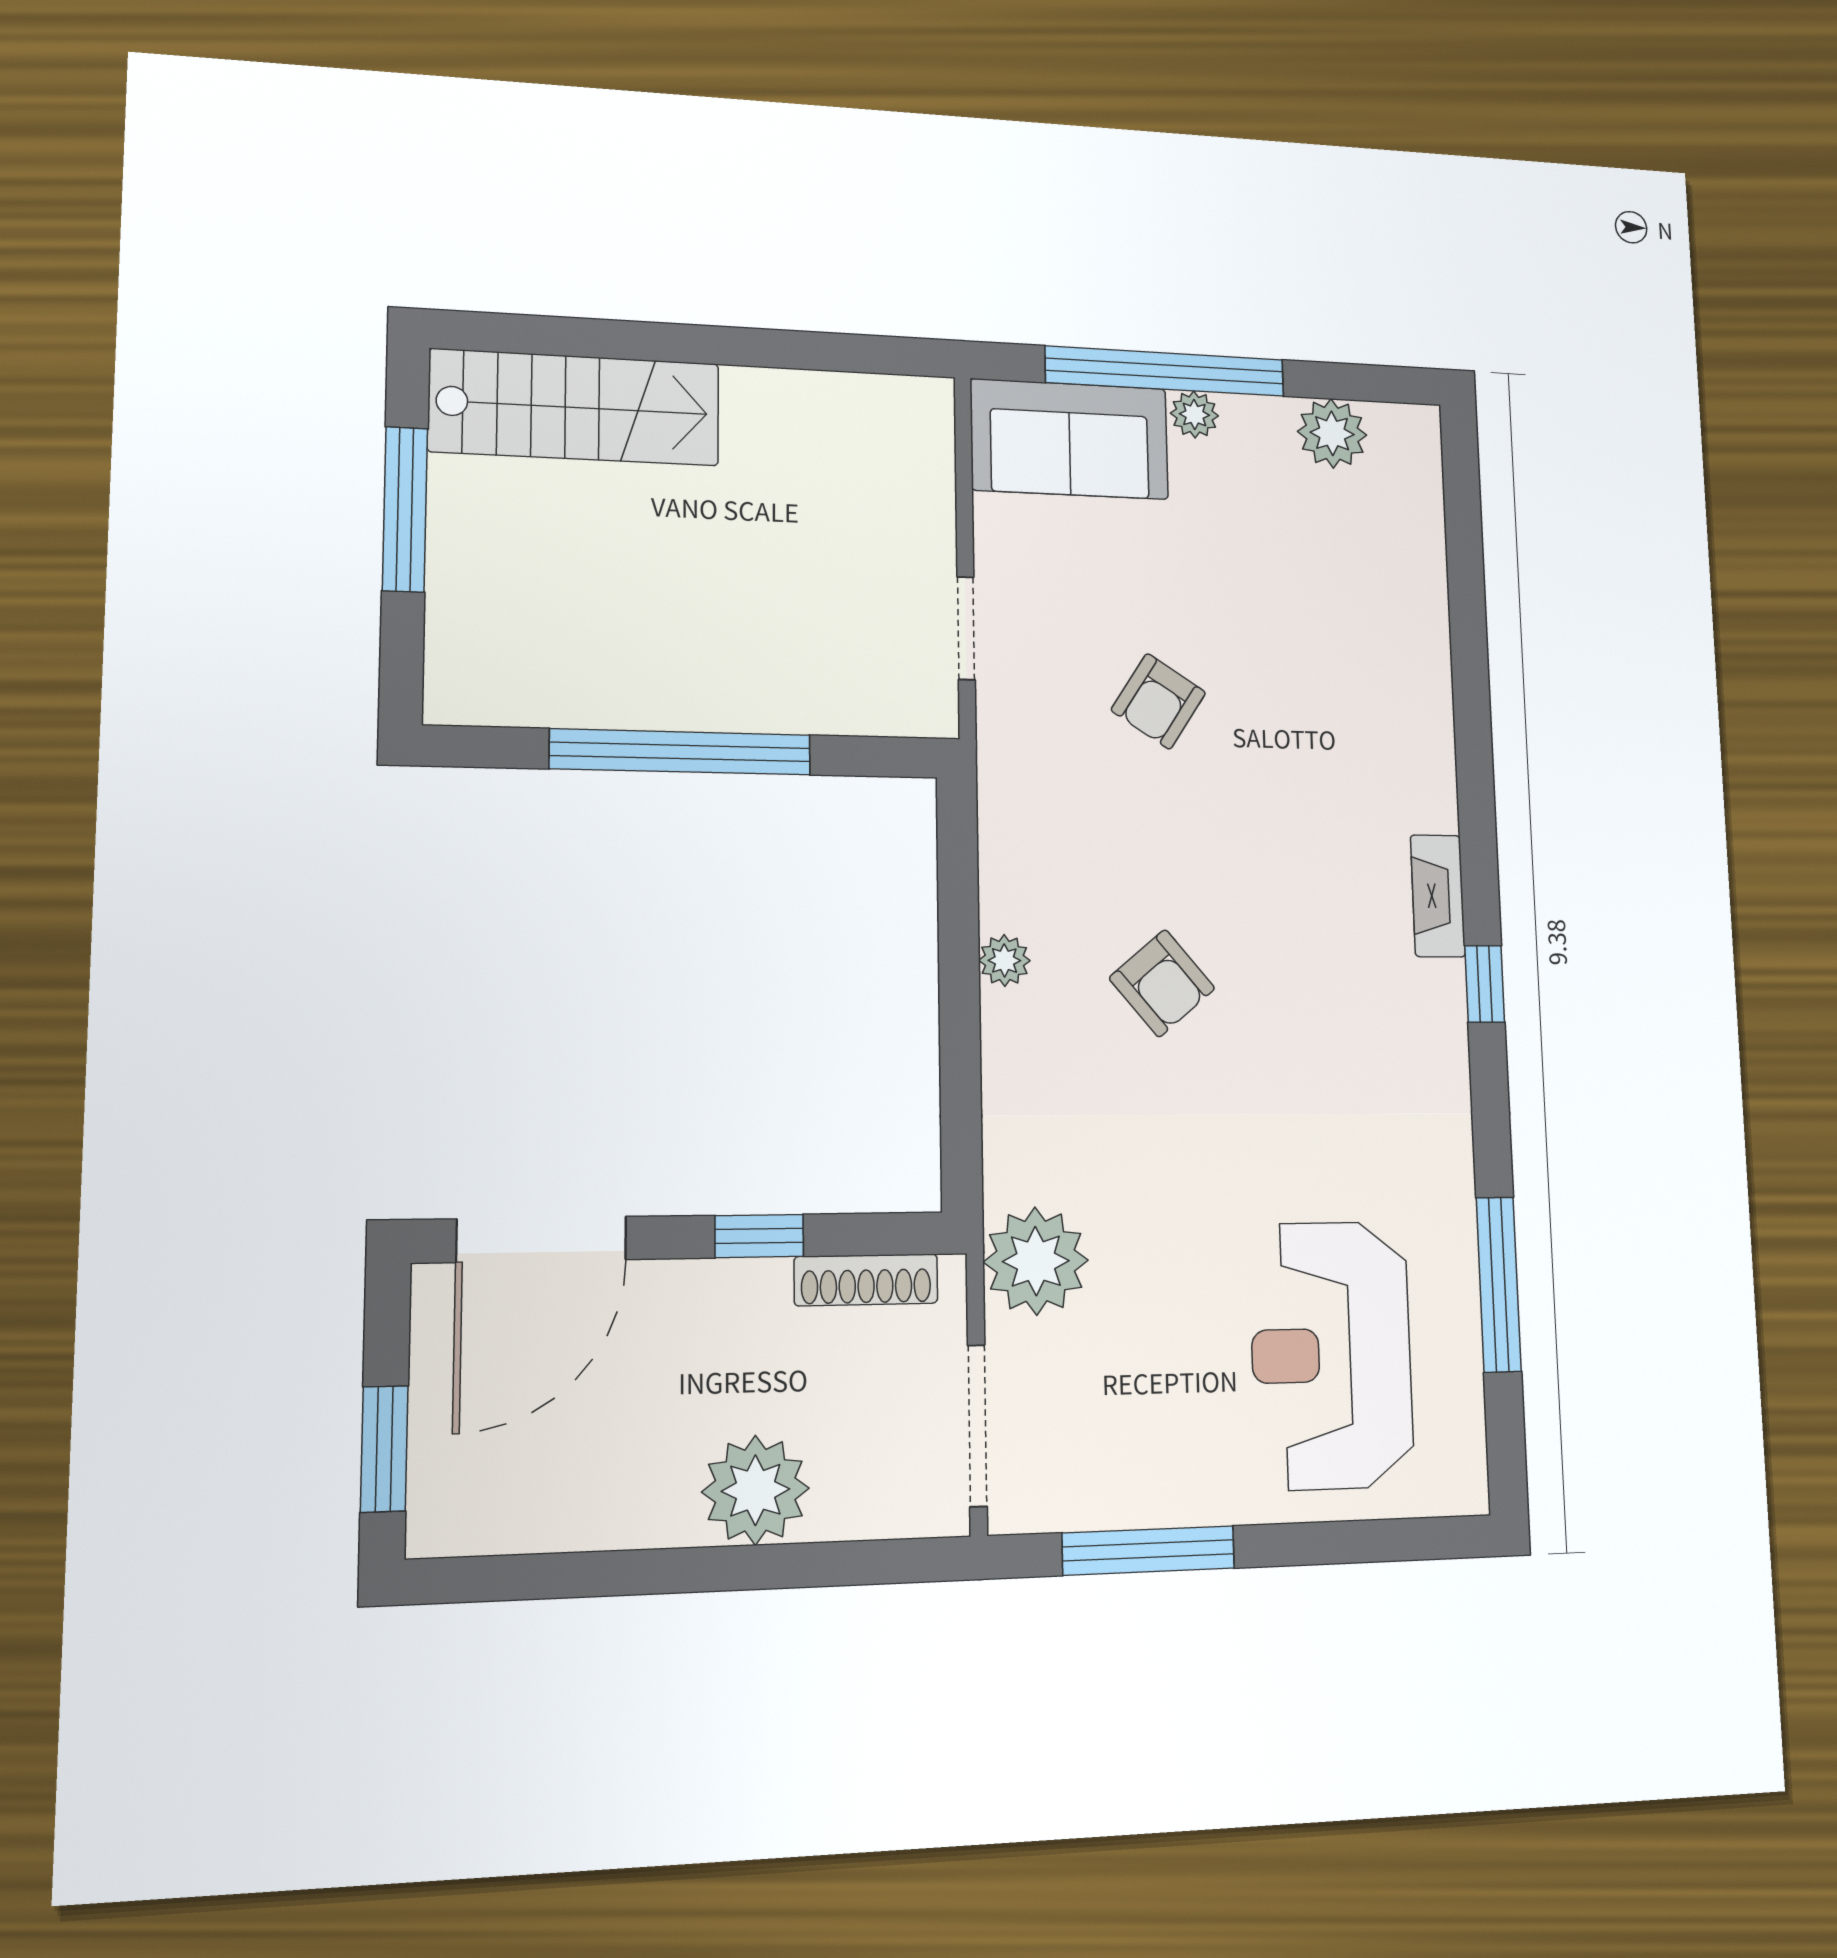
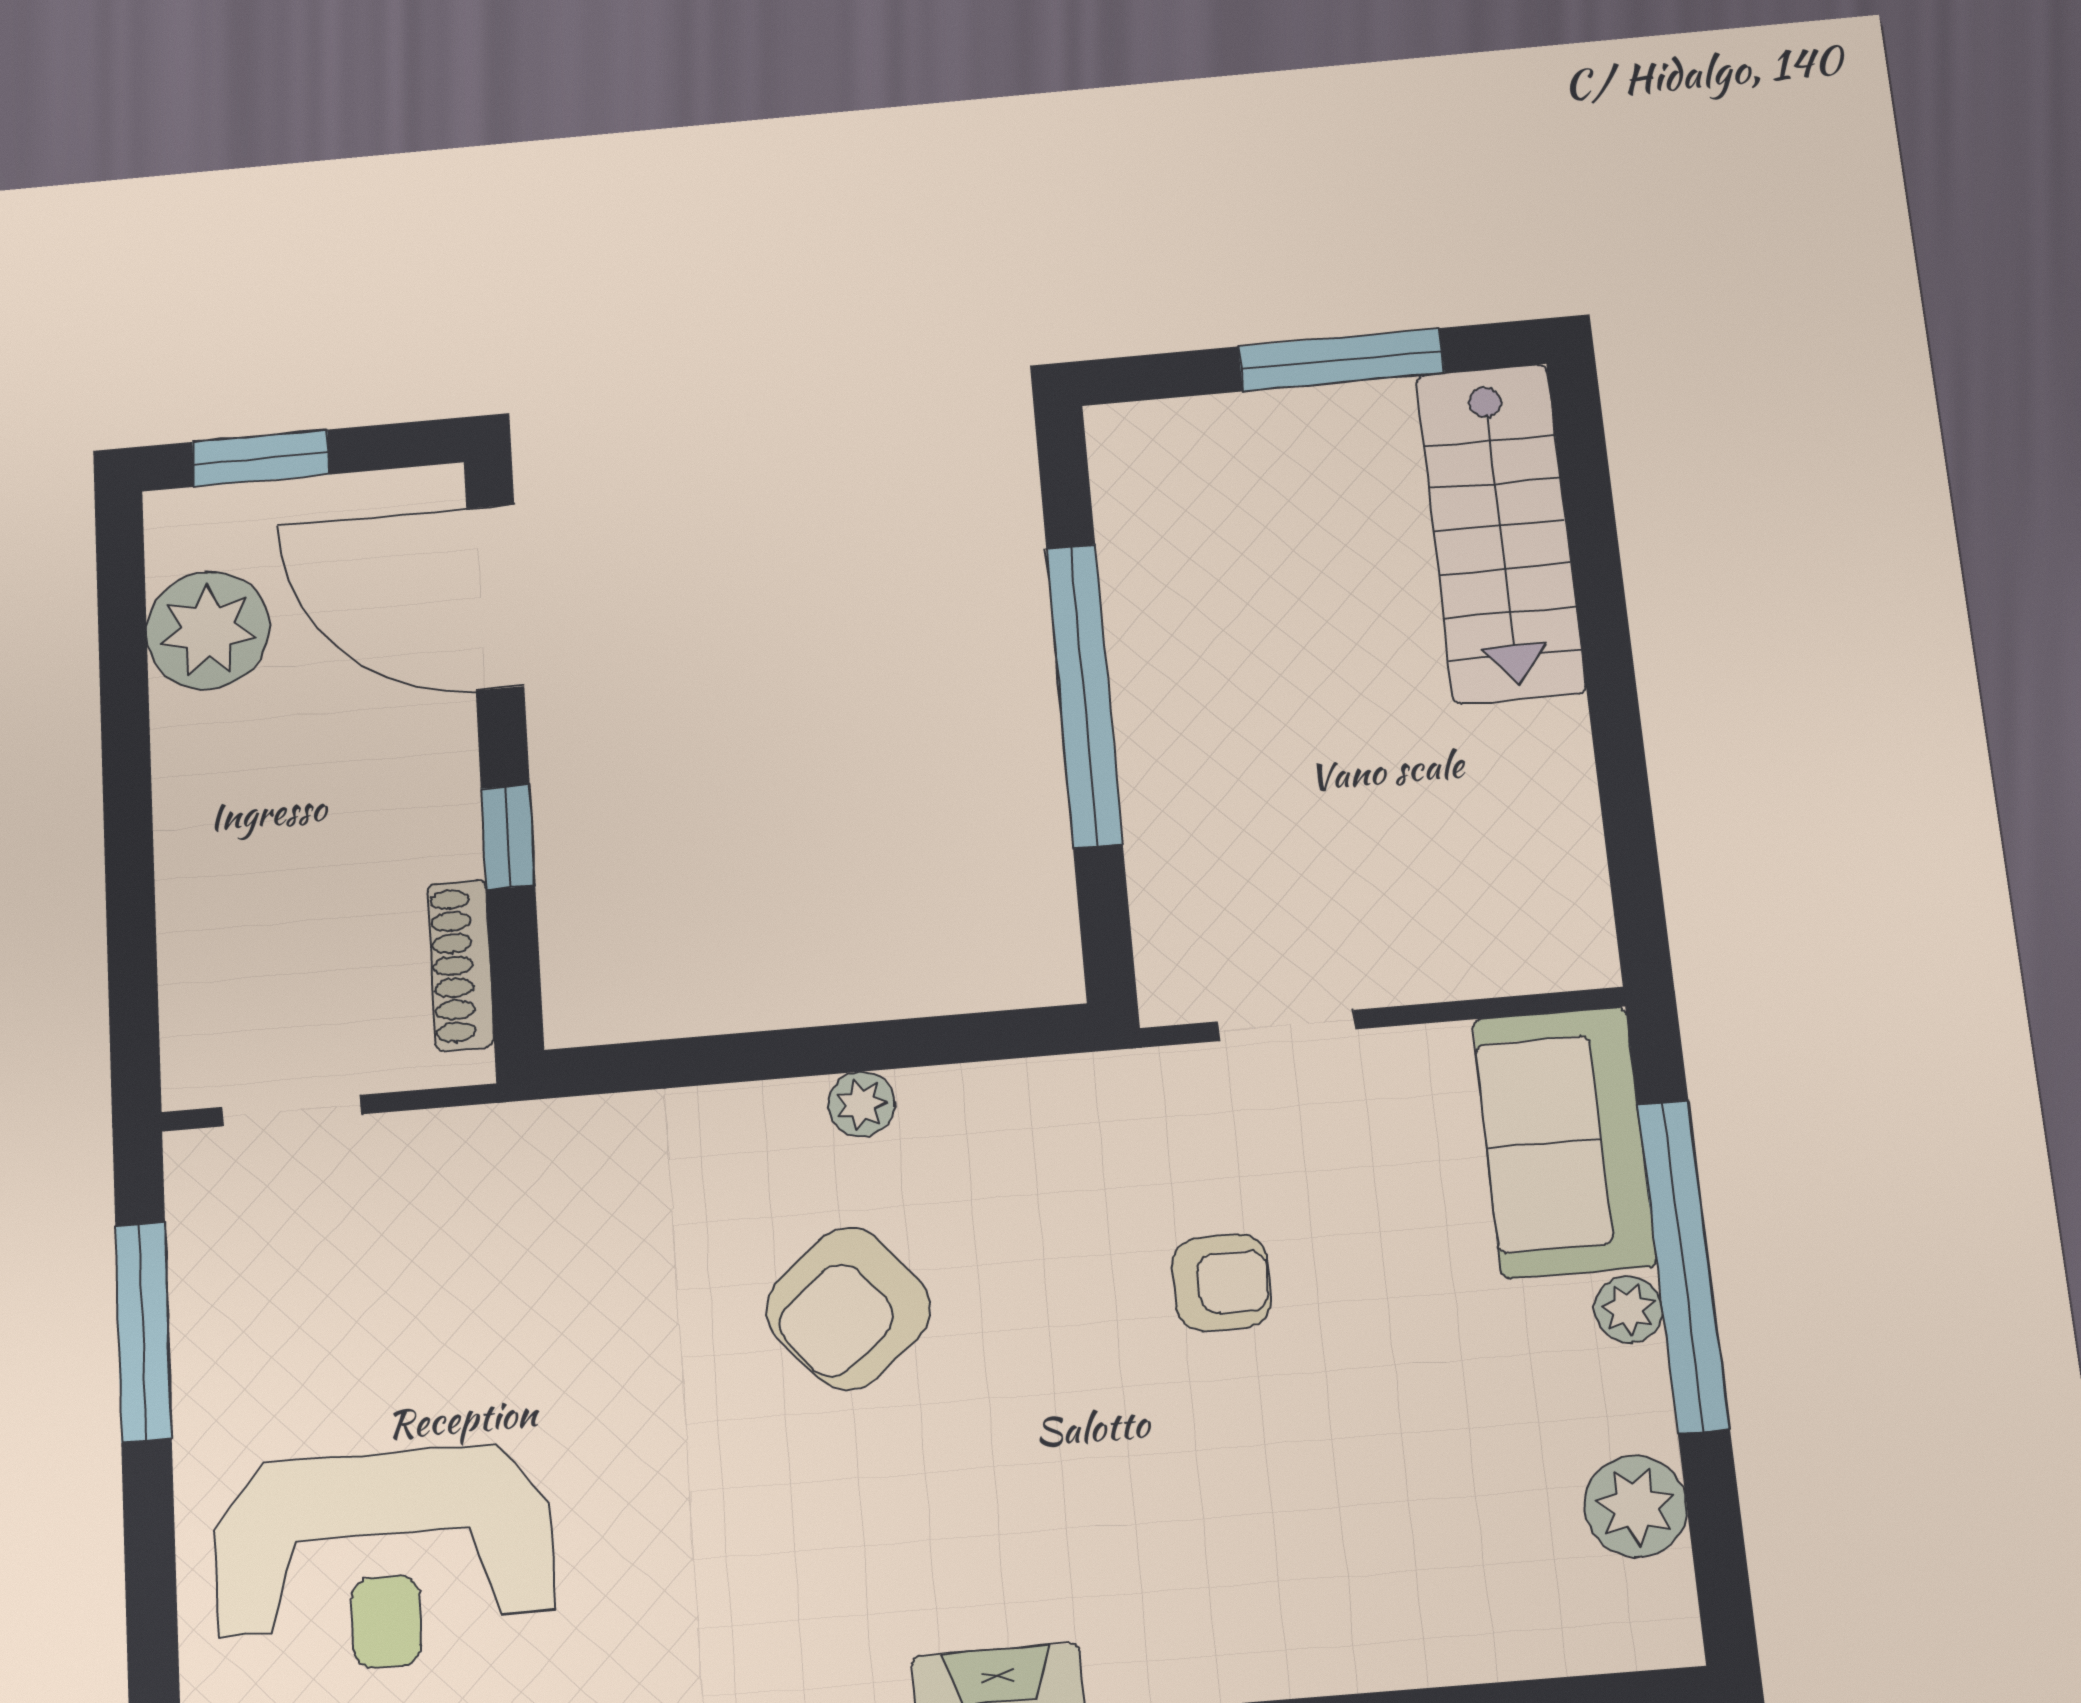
armchair: (1158, 701) -> (1222, 1283), turned 147
armchair: (1162, 983) -> (848, 1309), width x1.38, depth x1.38
plant: (1036, 1261) -> (490, 1169), removed
reception desk: (1331, 1355) -> (384, 1559), turned 180
doorway: (977, 1426) -> (291, 1111), width x0.73
plant: (755, 1490) -> (208, 630), moved

